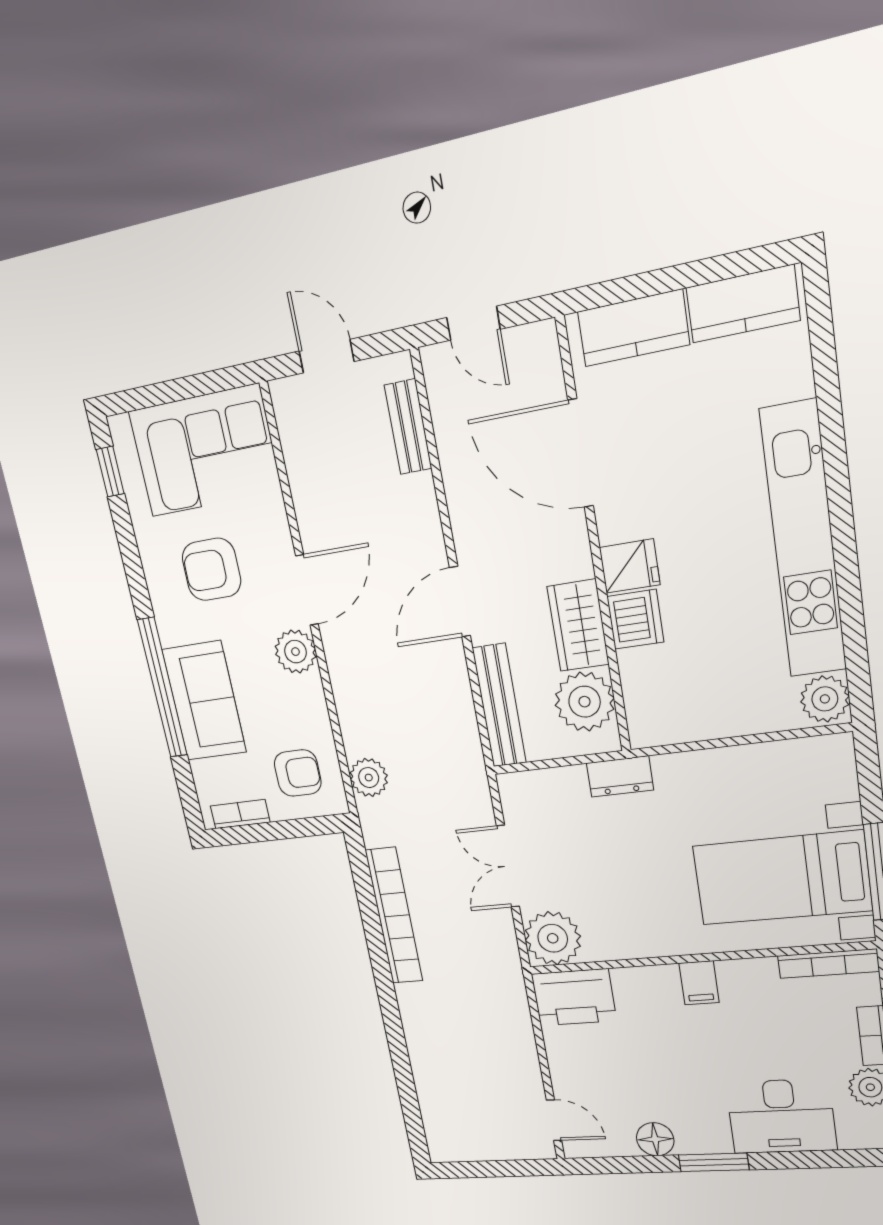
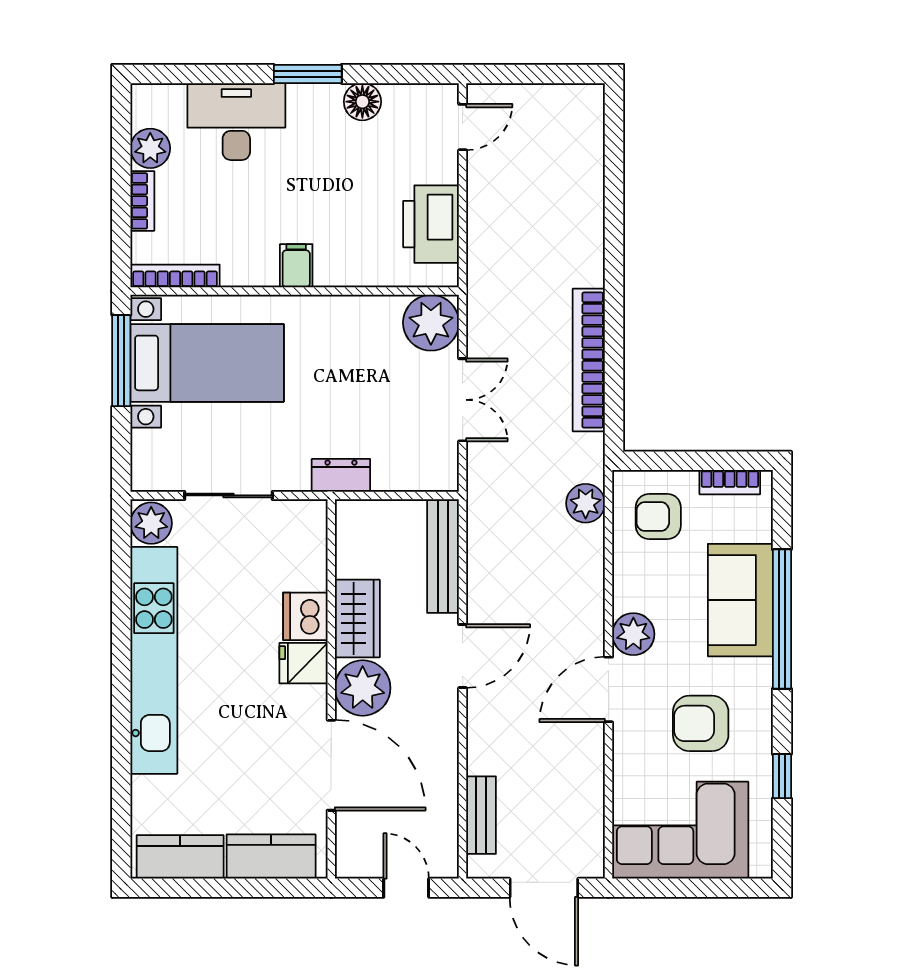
door: (327, 356) -> (544, 888), width x1.38
window: (110, 472) -> (782, 776), moved
armchair: (211, 569) -> (701, 723), turned 180
plant: (585, 702) -> (363, 688), moved
sliding door: (740, 741) -> (228, 495), added
printer: (574, 997) -> (431, 224), moved, turned -90
door: (554, 1120) -> (463, 127), swing flipped

